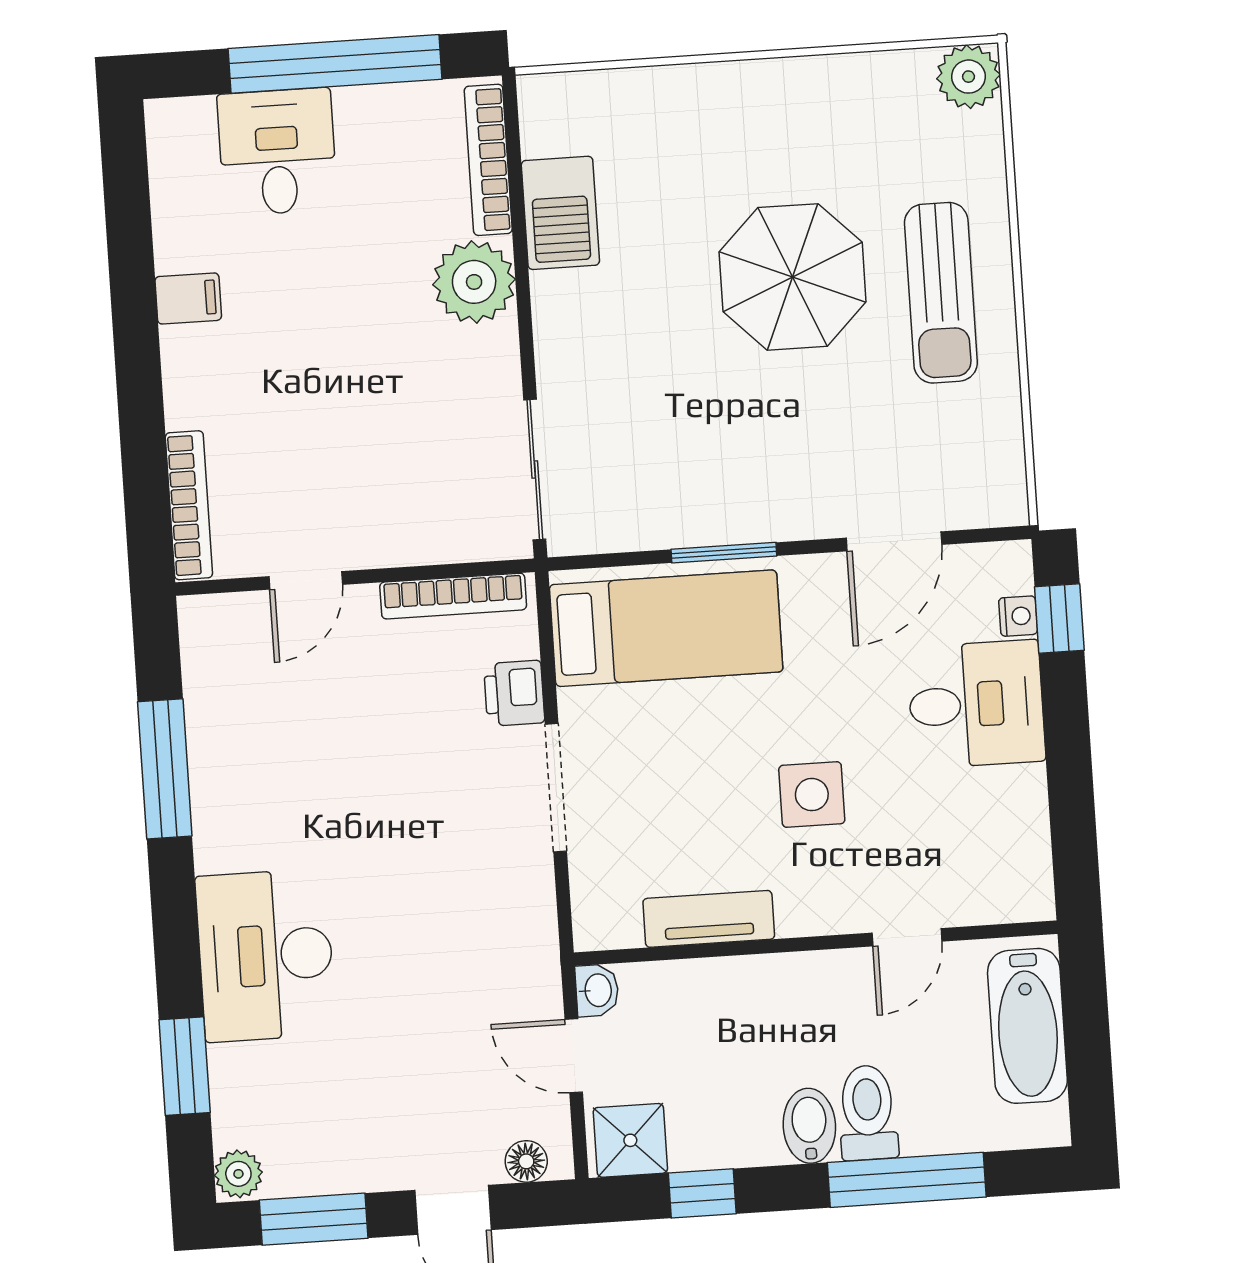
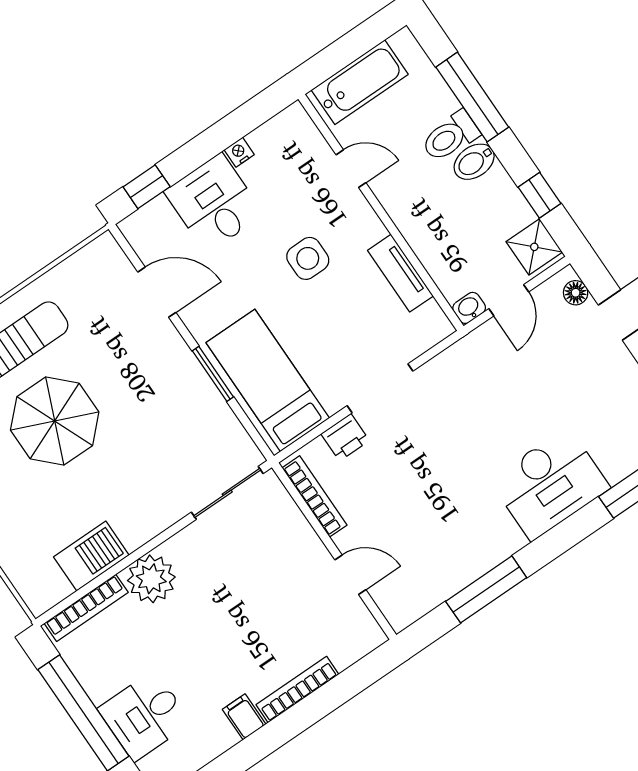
bookcase: (189, 505) -> (297, 690), moved
nightstand: (1018, 616) -> (239, 152), moved

